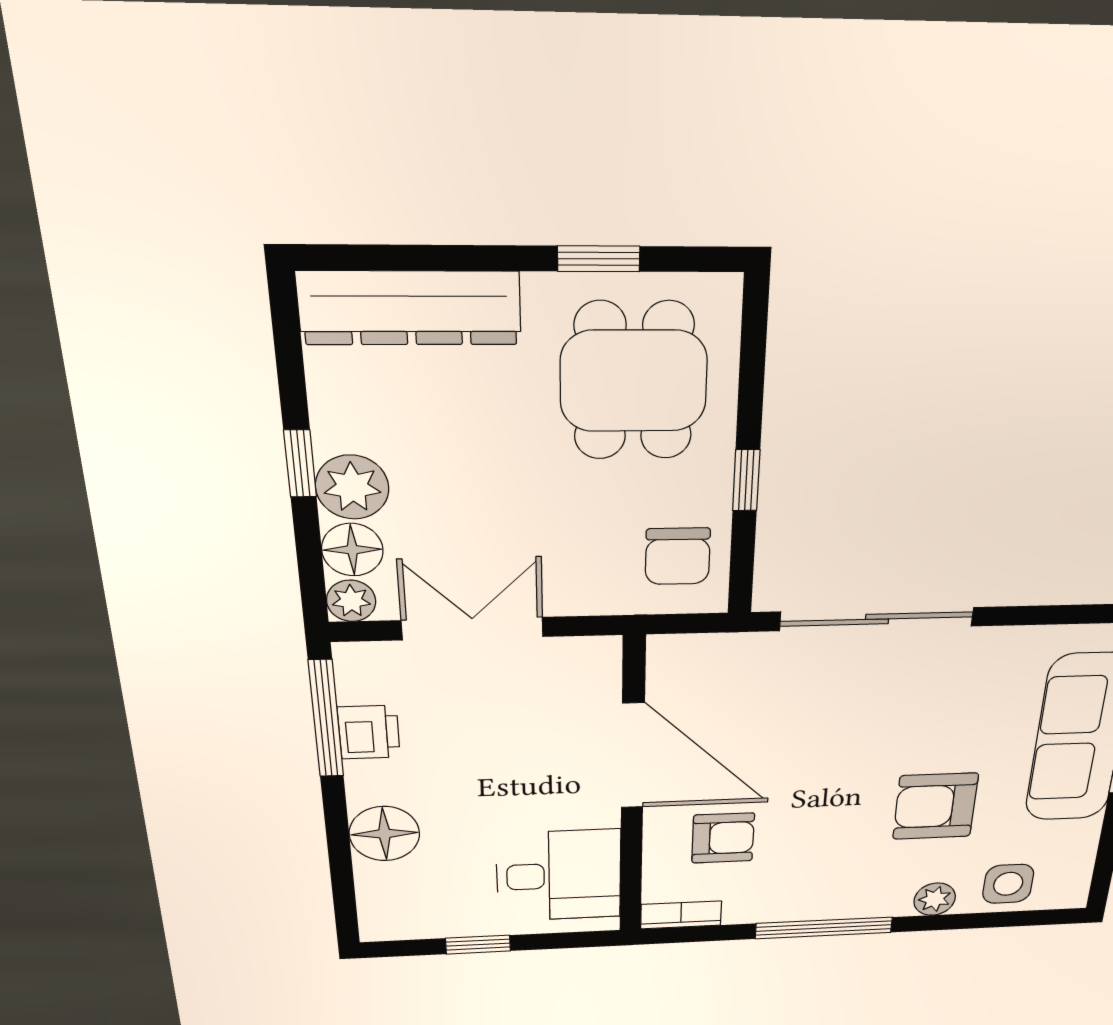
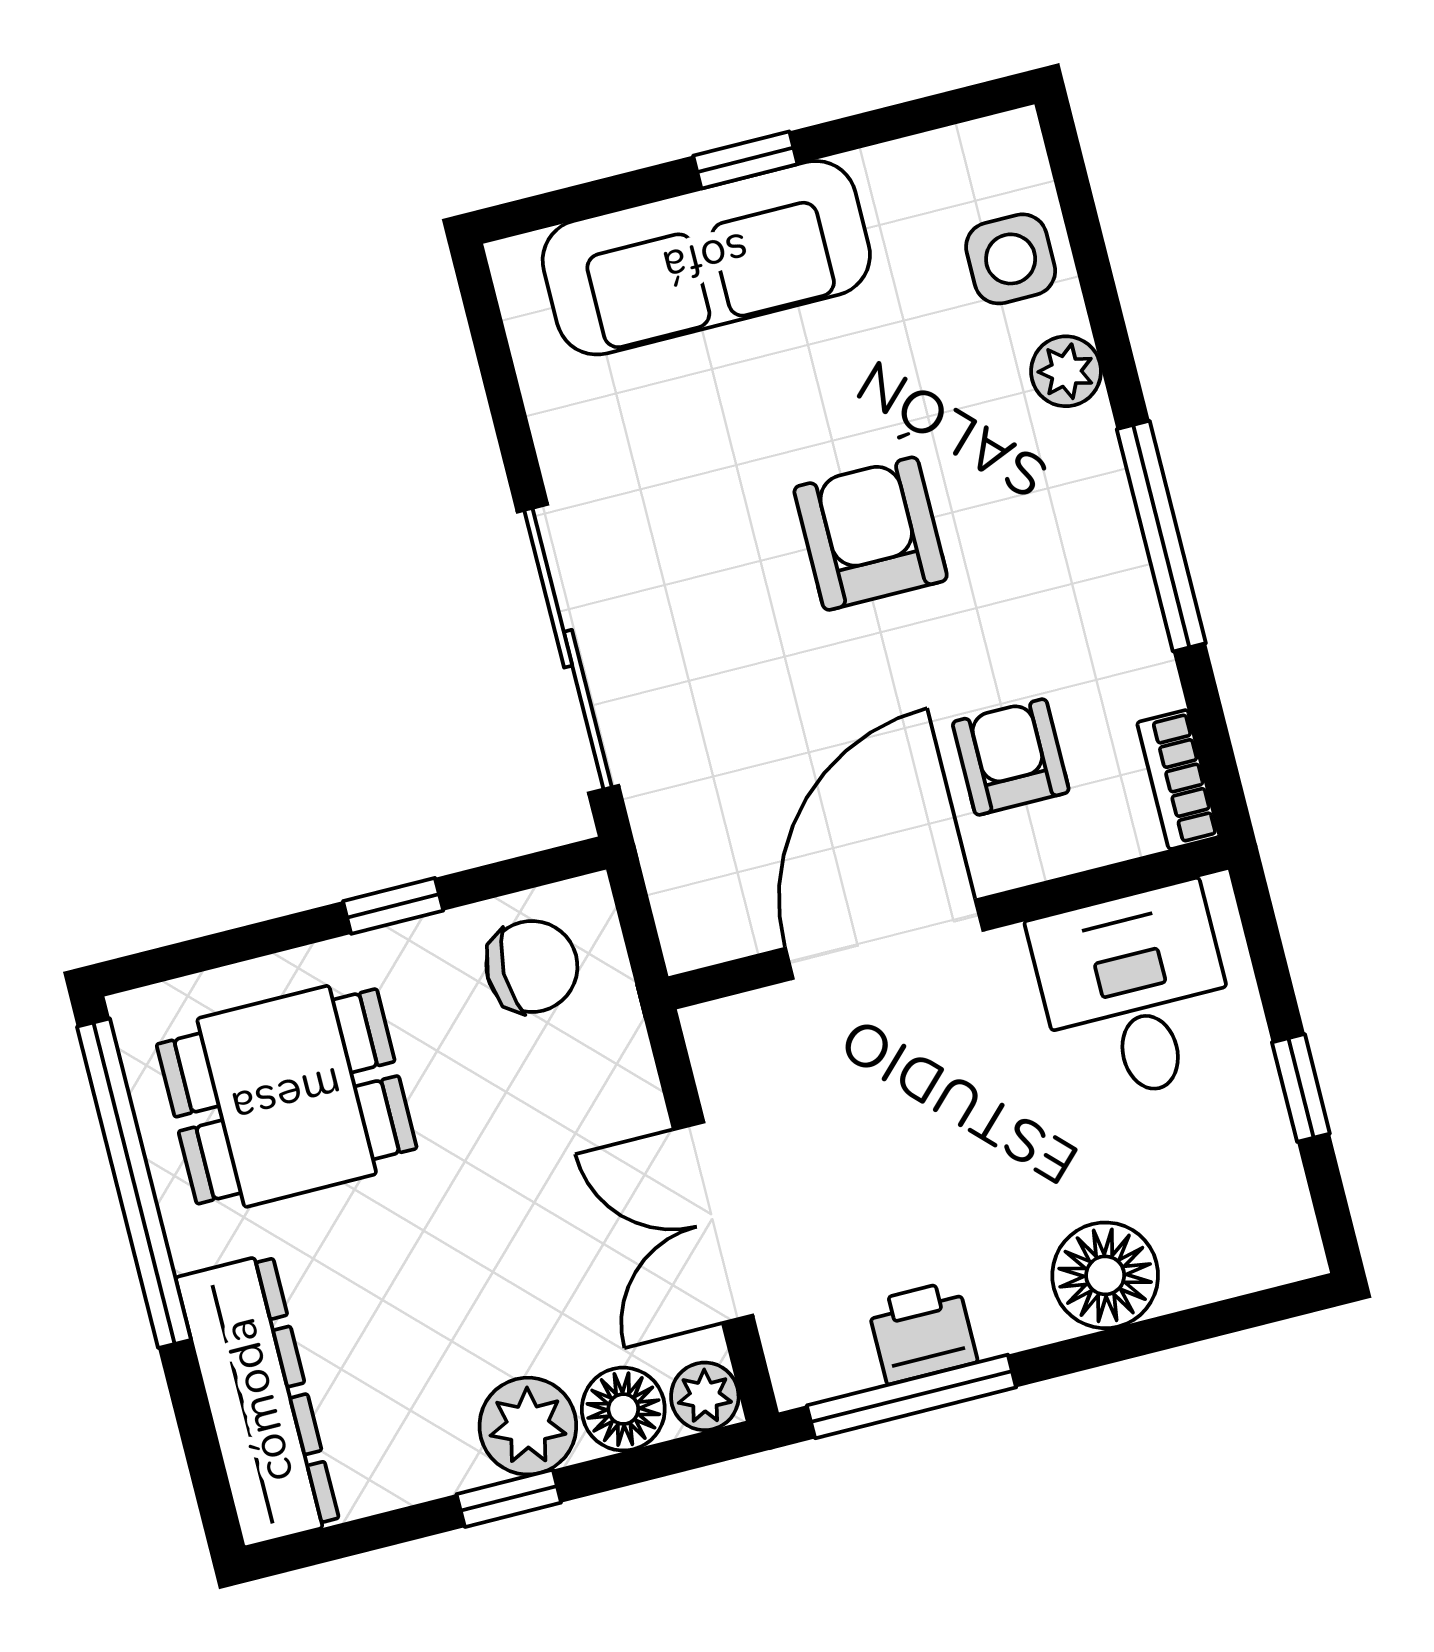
window: (599, 259) -> (134, 1183), width x3.17
armchair: (935, 806) -> (871, 534), moved, turned 180

